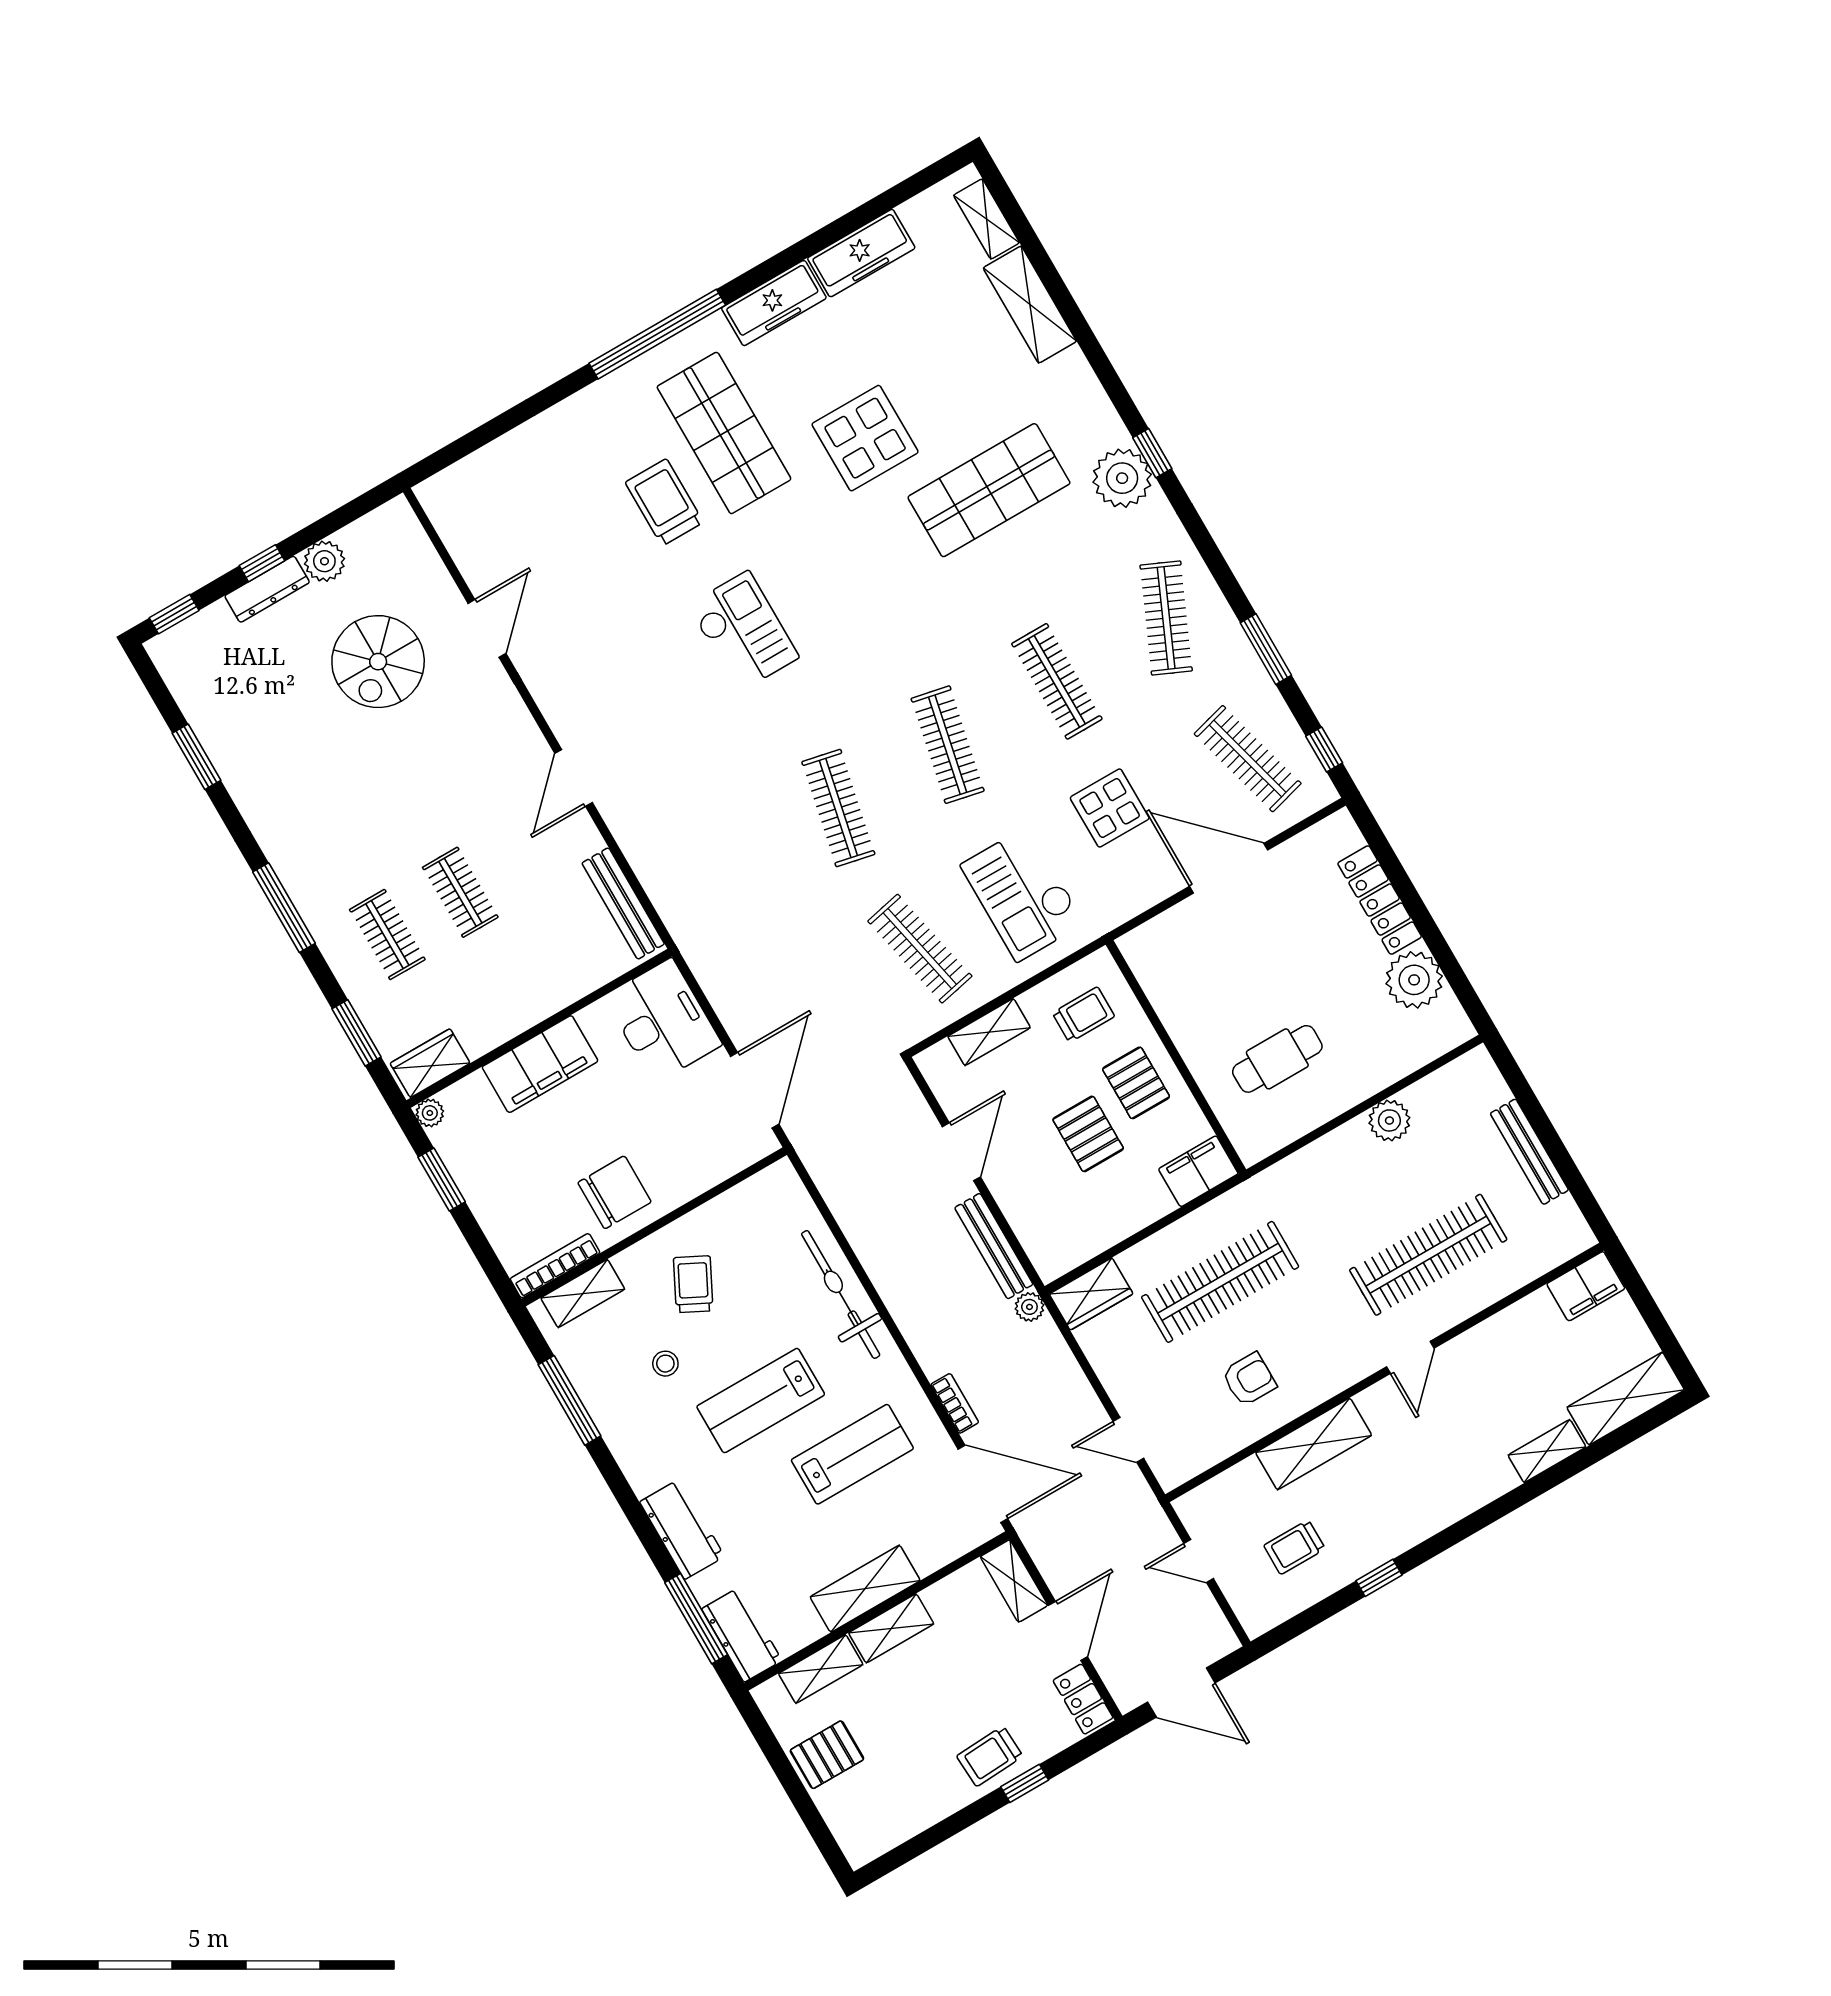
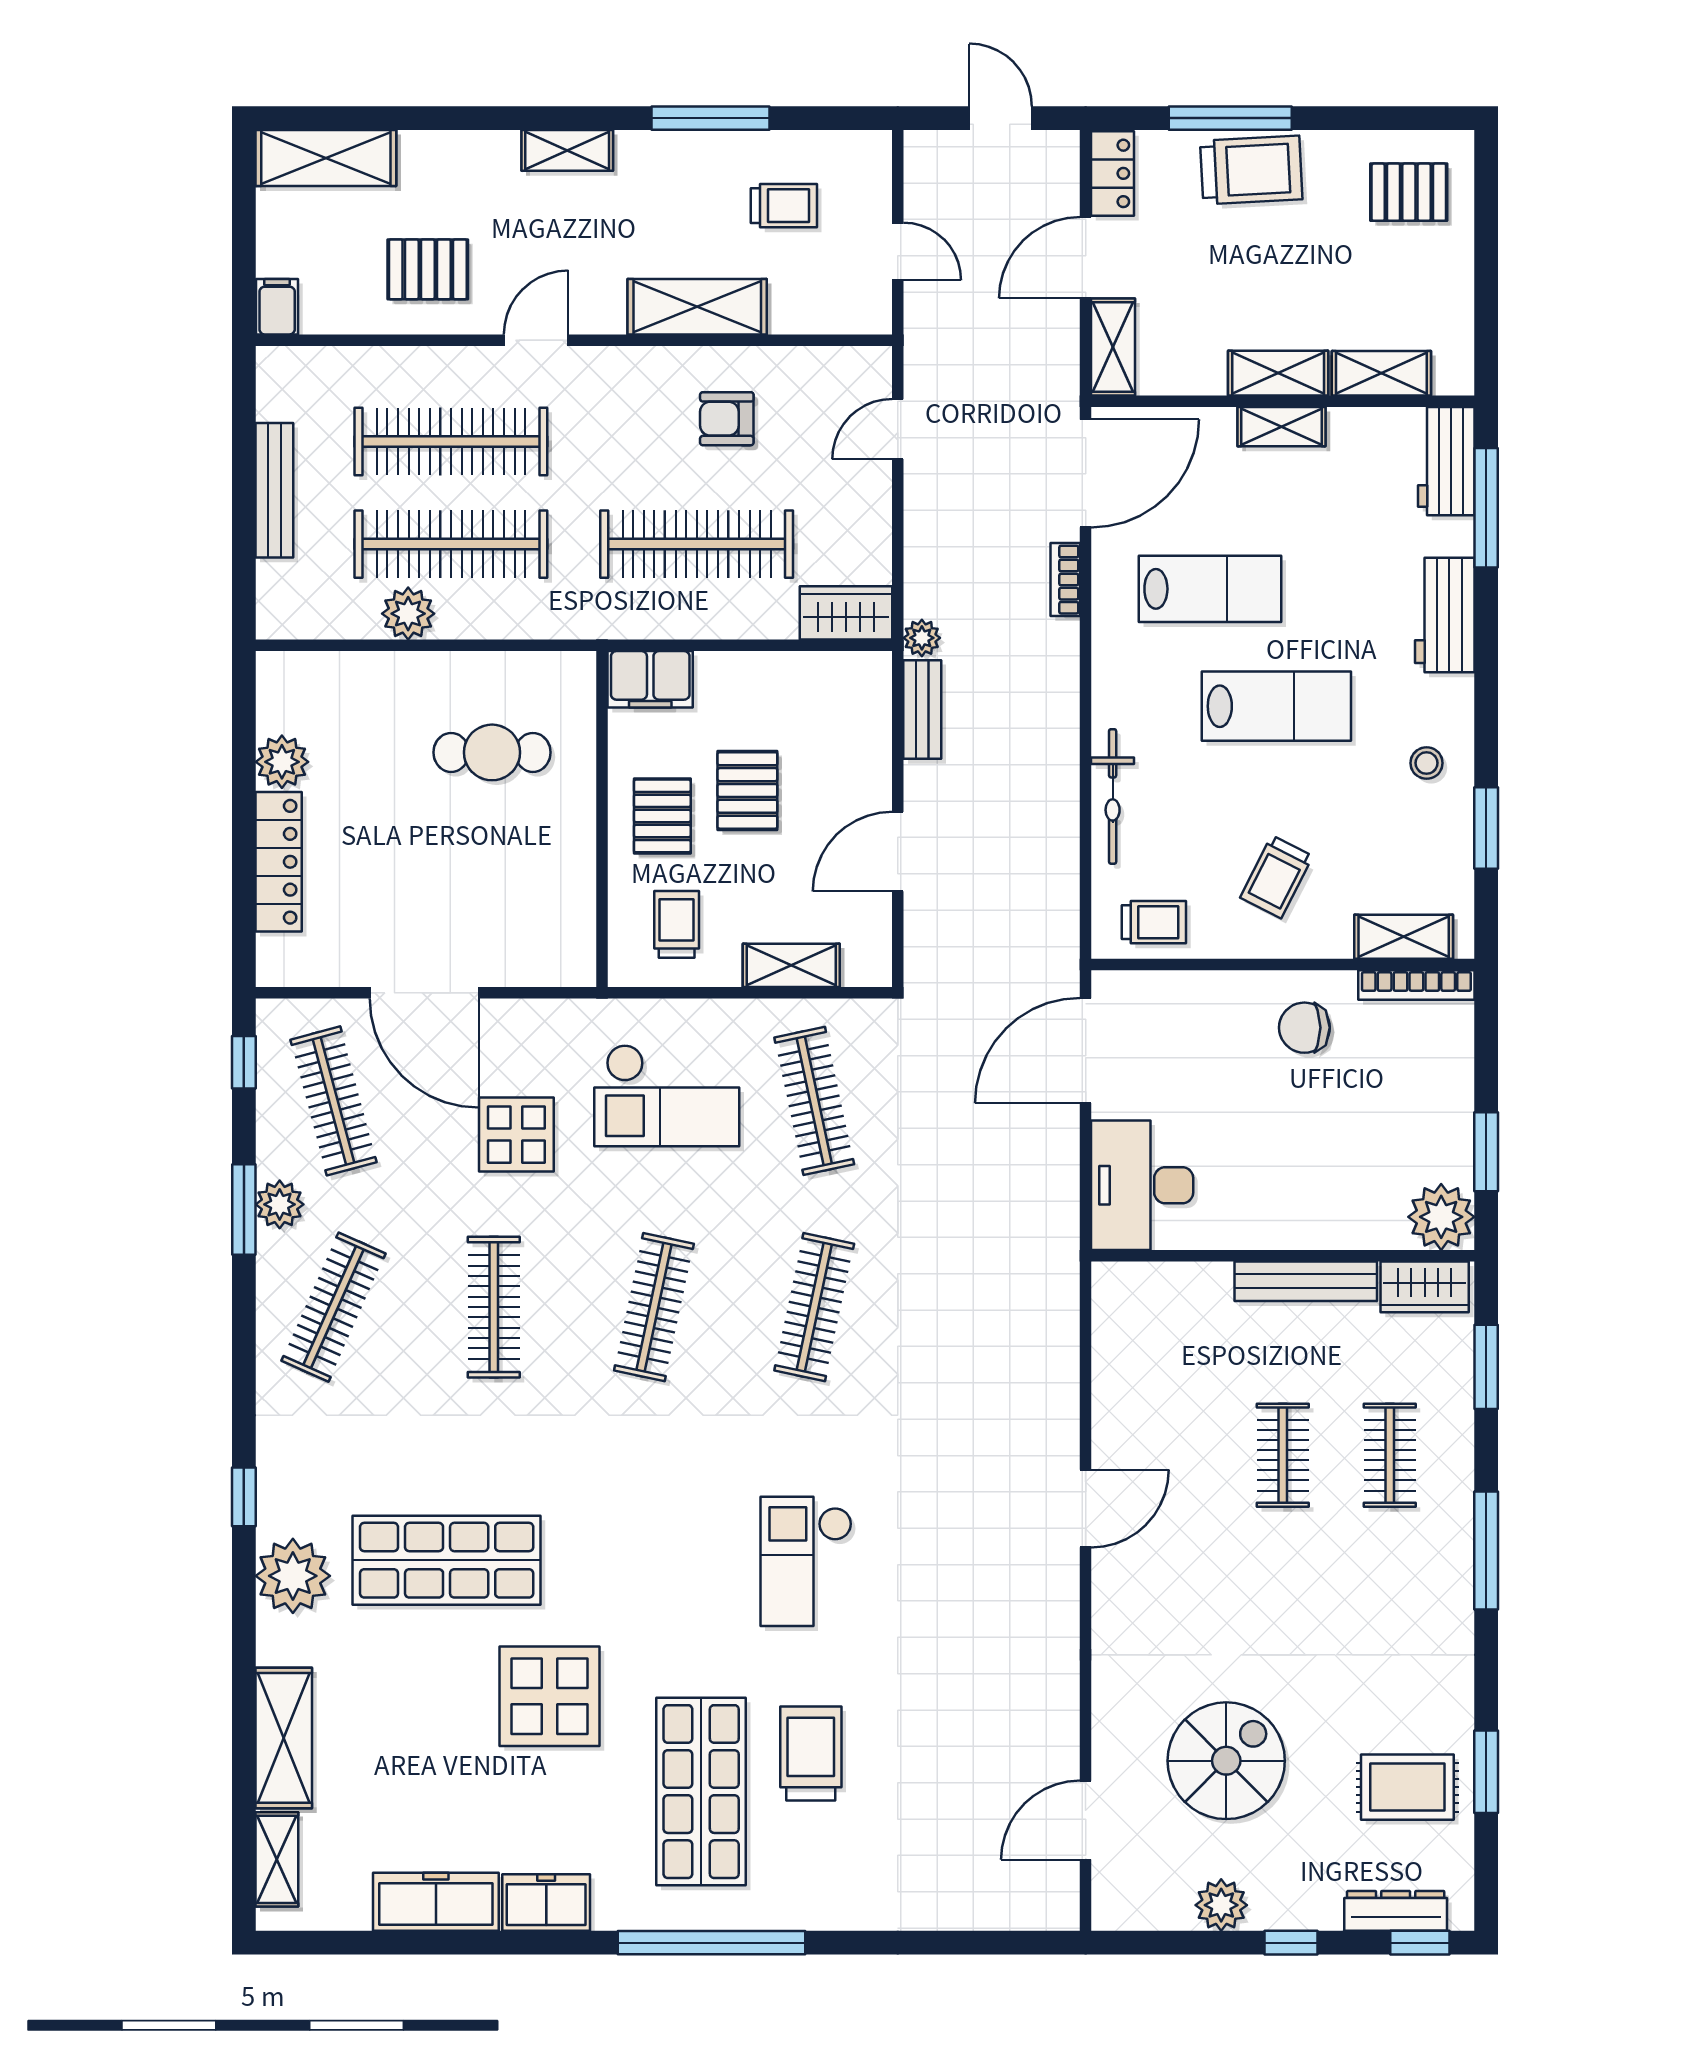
freezer: (774, 303) -> (546, 1902), width x0.71
plant: (1122, 478) -> (293, 1576), moved
trolley: (664, 502) -> (811, 1753), turned 180
dresser: (267, 589) -> (1396, 1911), moved
door: (487, 628) -> (1086, 1820), moved
plant: (1244, 667) -> (280, 1204), added
rug: (244, 715) -> (1407, 1787), added
checkout: (1022, 894) -> (667, 1095), turned 90
bench: (623, 903) -> (1306, 1281), moved, turned 90
plant: (1414, 980) -> (282, 762), width x0.73, depth x0.73
trolley: (1083, 1015) -> (677, 924), turned 90
filing cabinet: (540, 1064) -> (1305, 1216), removed
plant: (430, 1113) -> (1441, 1217), width x1.88, depth x1.88
clothes rail: (1388, 1185) -> (451, 544), added
chair: (615, 1192) -> (1304, 1028), width x0.73, depth x0.73
trolley: (759, 1205) -> (1154, 922), added
bench: (994, 1246) -> (922, 709), width x0.73
filing cabinet: (1586, 1286) -> (277, 307), width x0.50
bicycle: (841, 1294) -> (1113, 796), width x0.73, depth x0.71
pallet: (1512, 1363) -> (428, 269), added
stool: (665, 1364) -> (1427, 763), moved
window: (570, 1400) -> (1486, 828), width x0.69
door: (1128, 1440) -> (898, 429), swing flipped
shelving: (1547, 1451) -> (567, 150), moved
lab bench: (852, 1454) -> (1210, 589), turned 180
door: (983, 1484) -> (1086, 473), swing flipped
window: (1379, 1578) -> (711, 118), width x2.17
shelving: (865, 1589) -> (1282, 427), width x0.67, depth x0.75
door: (1181, 1693) -> (1001, 118), width x0.73
pallet: (827, 1755) -> (1409, 192), moved
trolley: (990, 1756) -> (1251, 170), width x1.36, depth x1.39
window: (1025, 1783) -> (1230, 118), width x2.17

